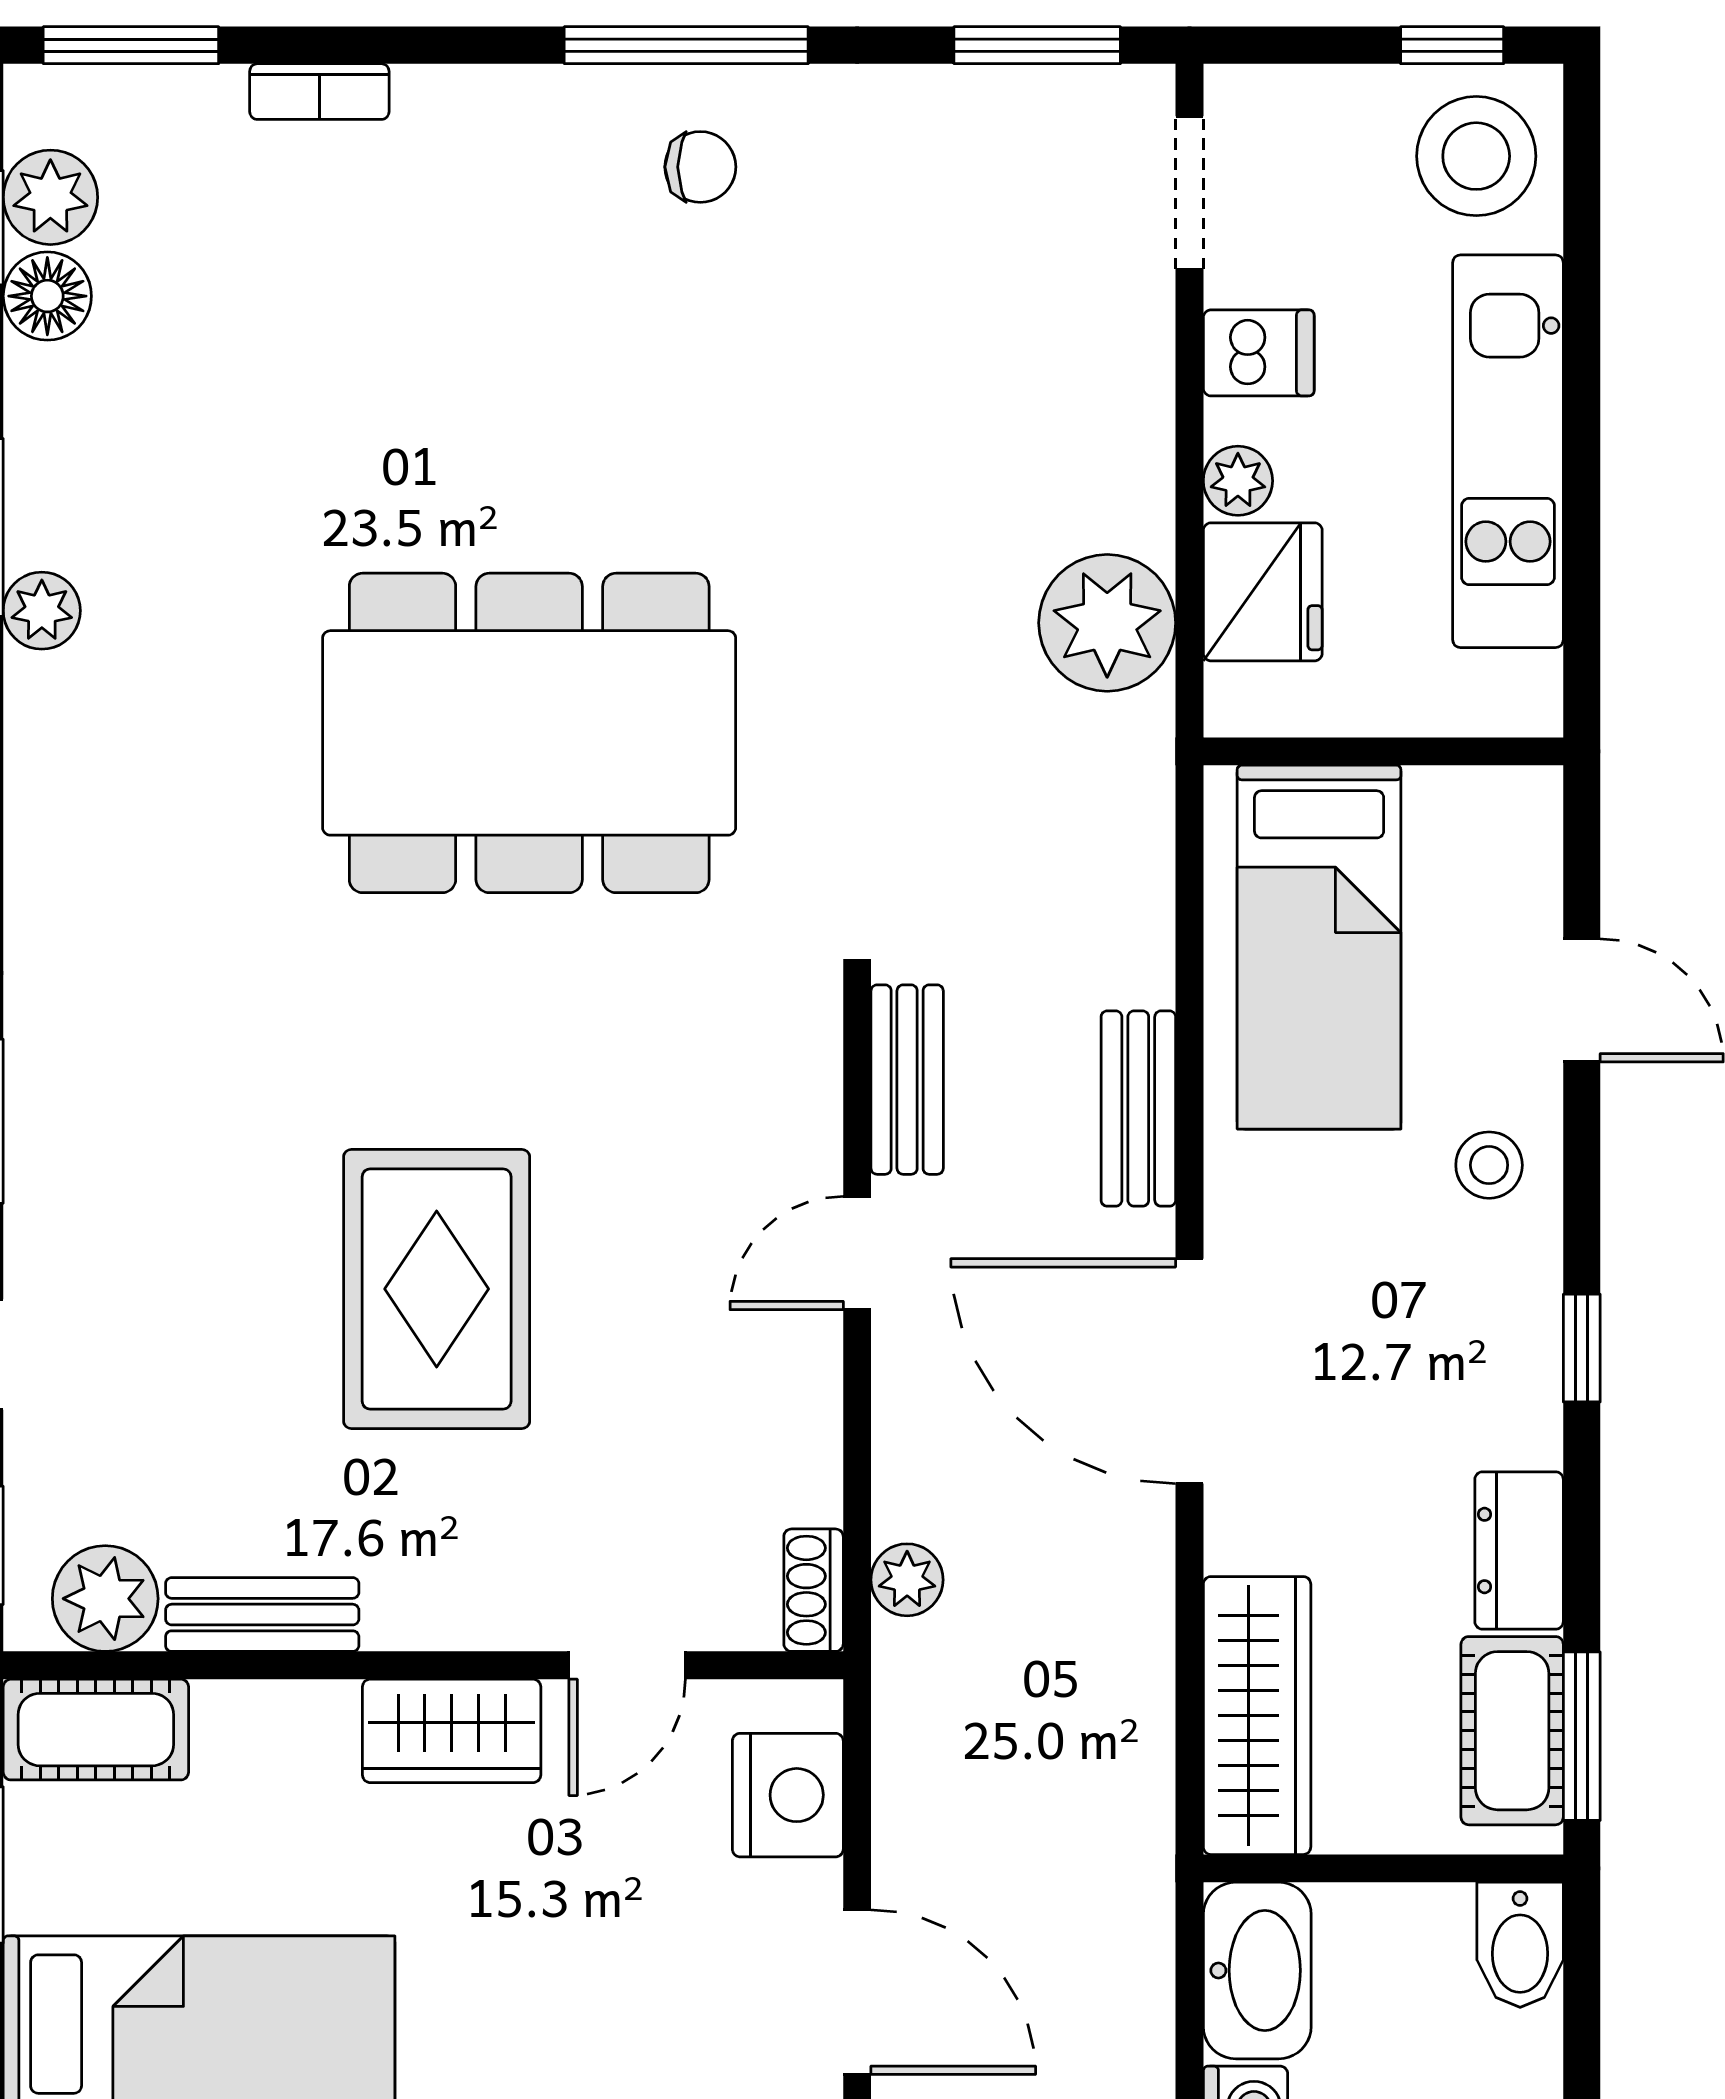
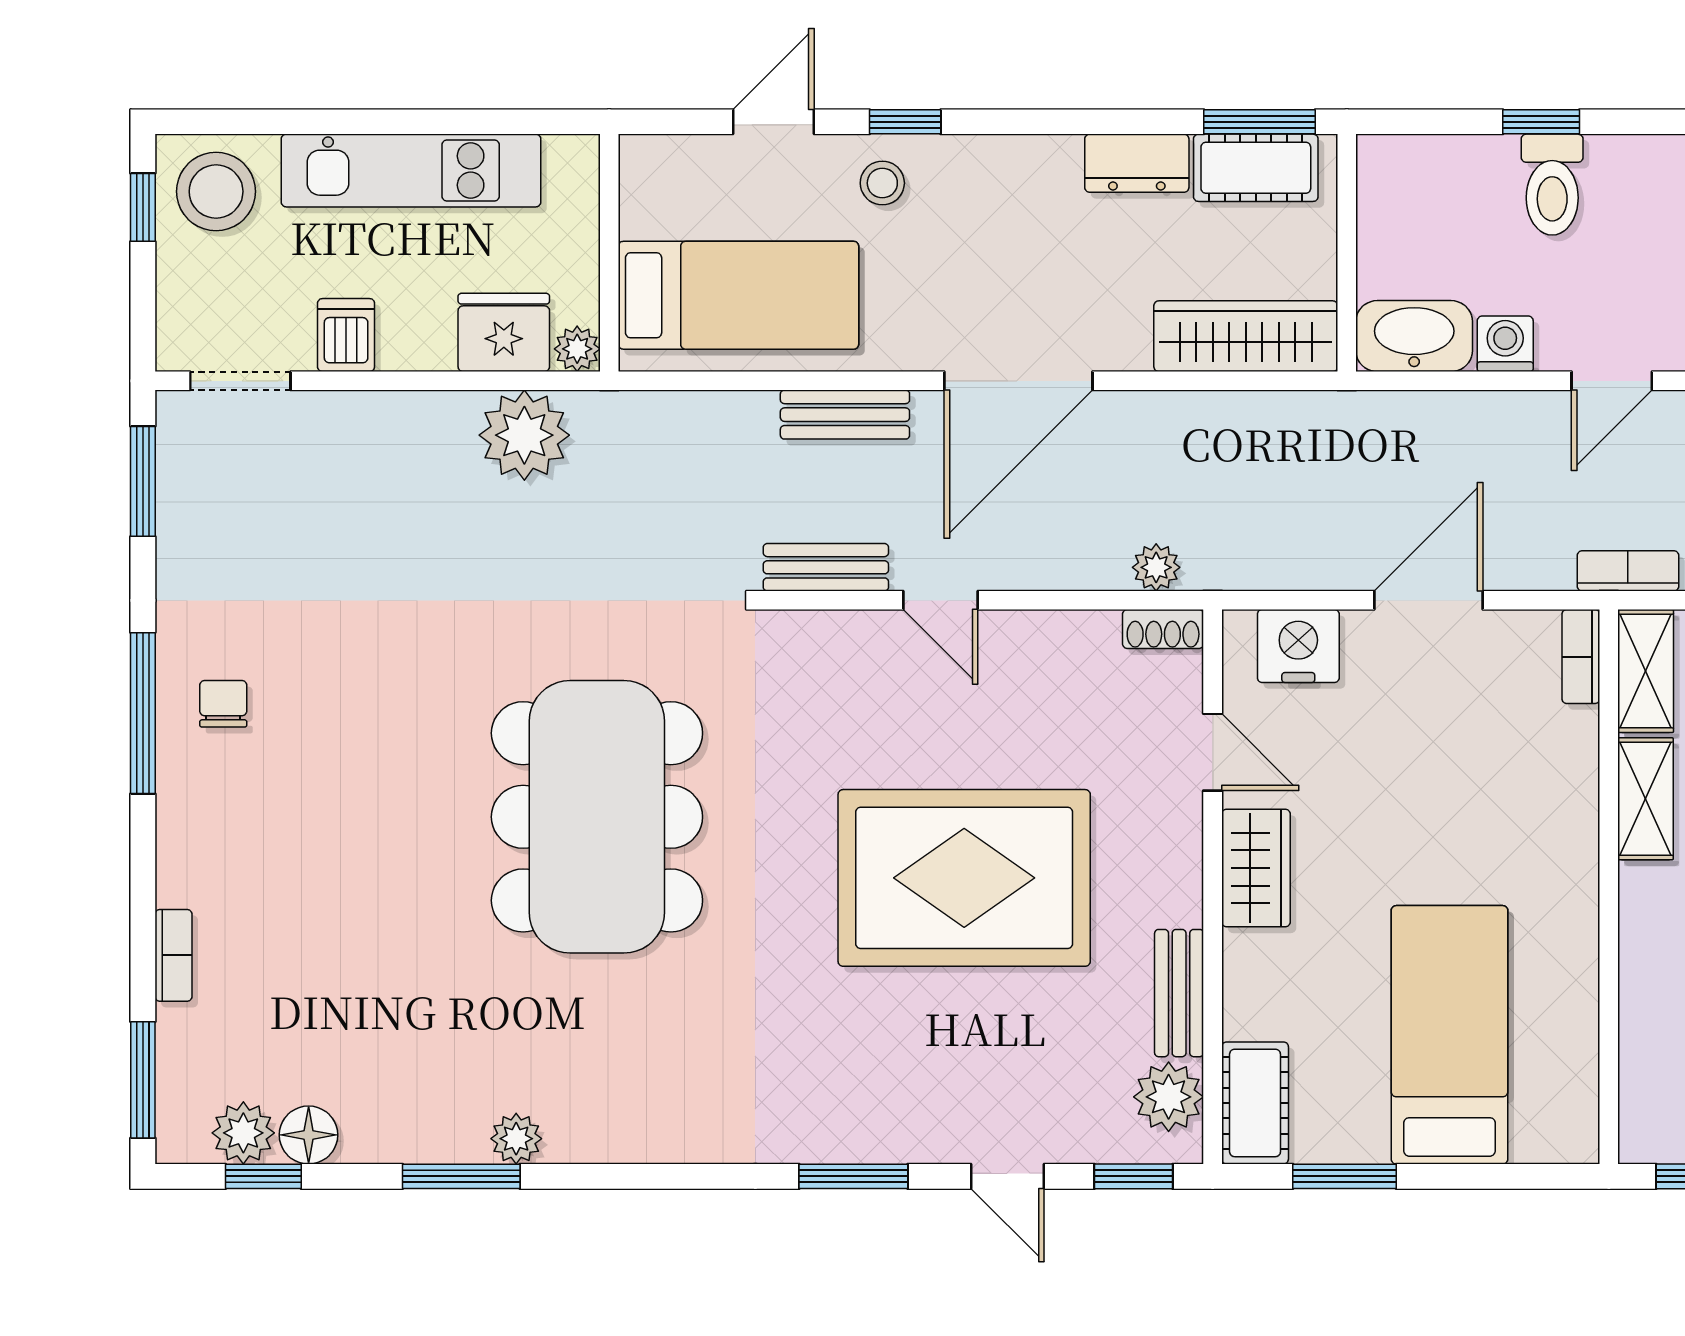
plant: (1238, 481) -> (577, 349), moved
rug: (437, 1289) -> (964, 878), width x1.37, depth x1.44
window: (1582, 1348) -> (905, 122), moved
bidet: (1520, 1945) -> (1397, 163), removed

